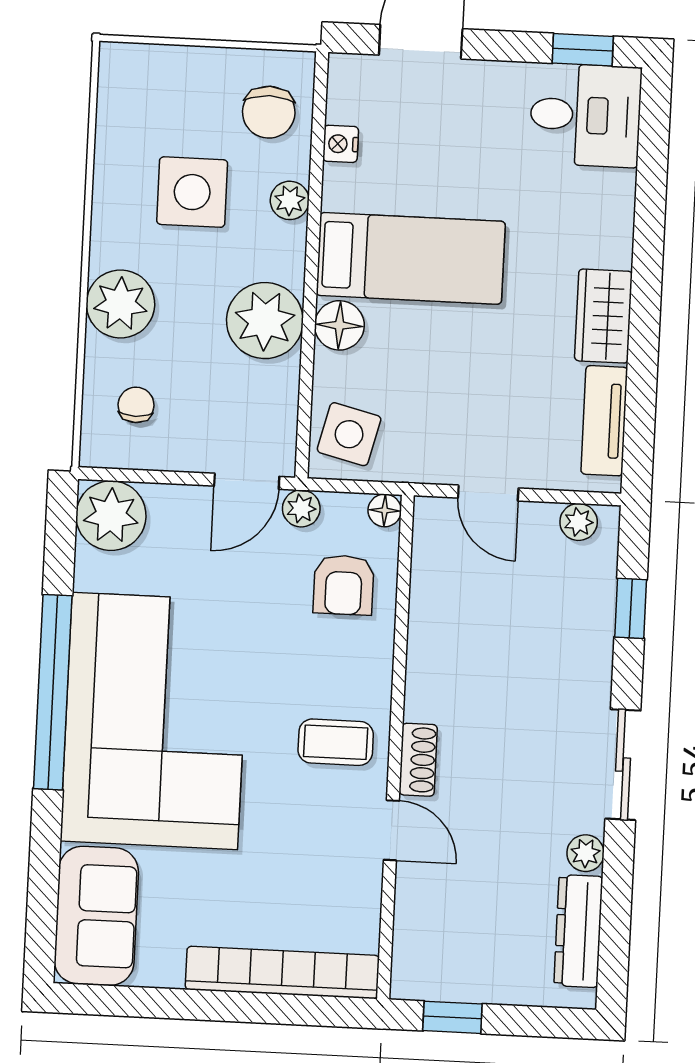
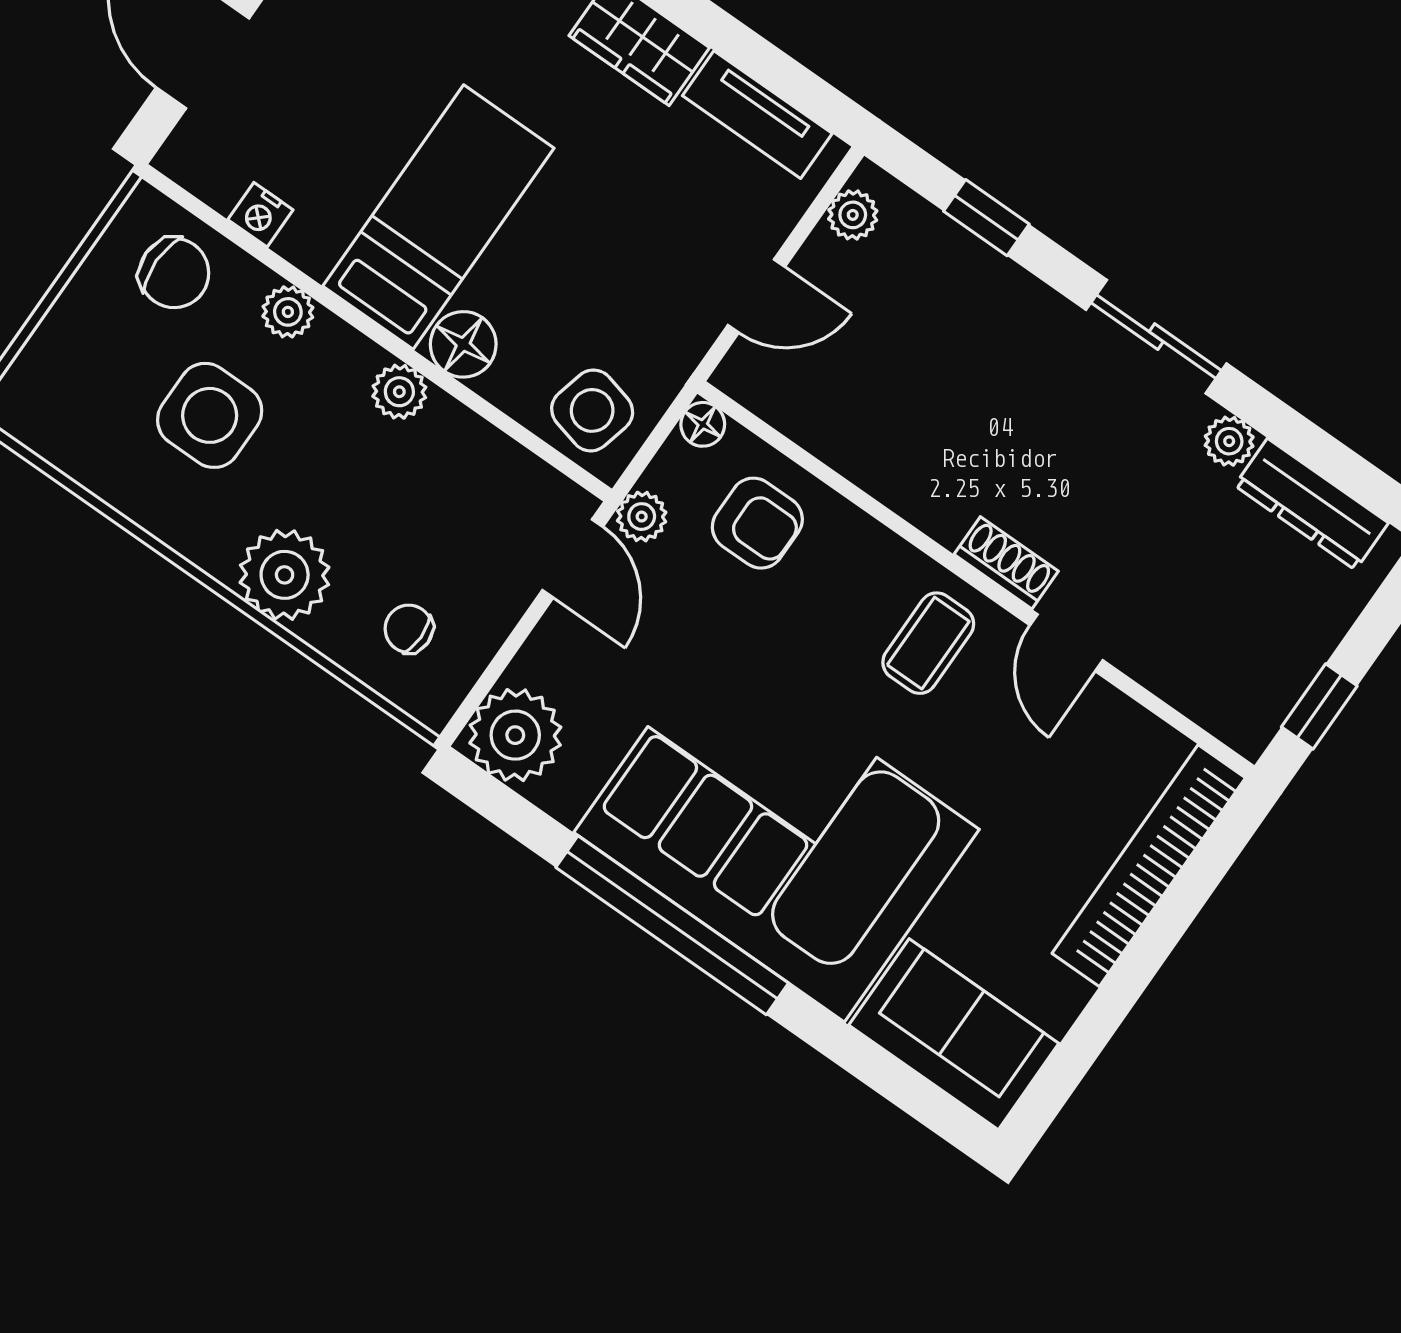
plant: (265, 321) -> (399, 392), width x0.53, depth x0.53
door: (391, 830) -> (1066, 643), swing flipped

